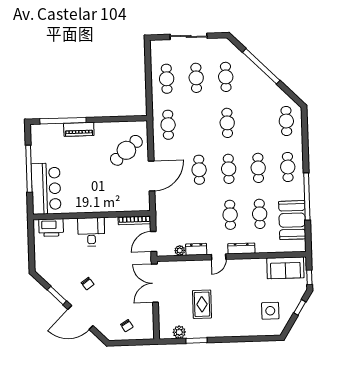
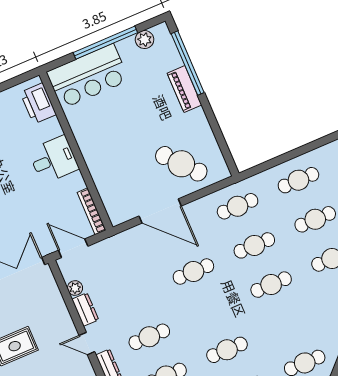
plant: (37, 143) -> (145, 40), added
cafe table: (229, 169) -> (254, 245), moved

